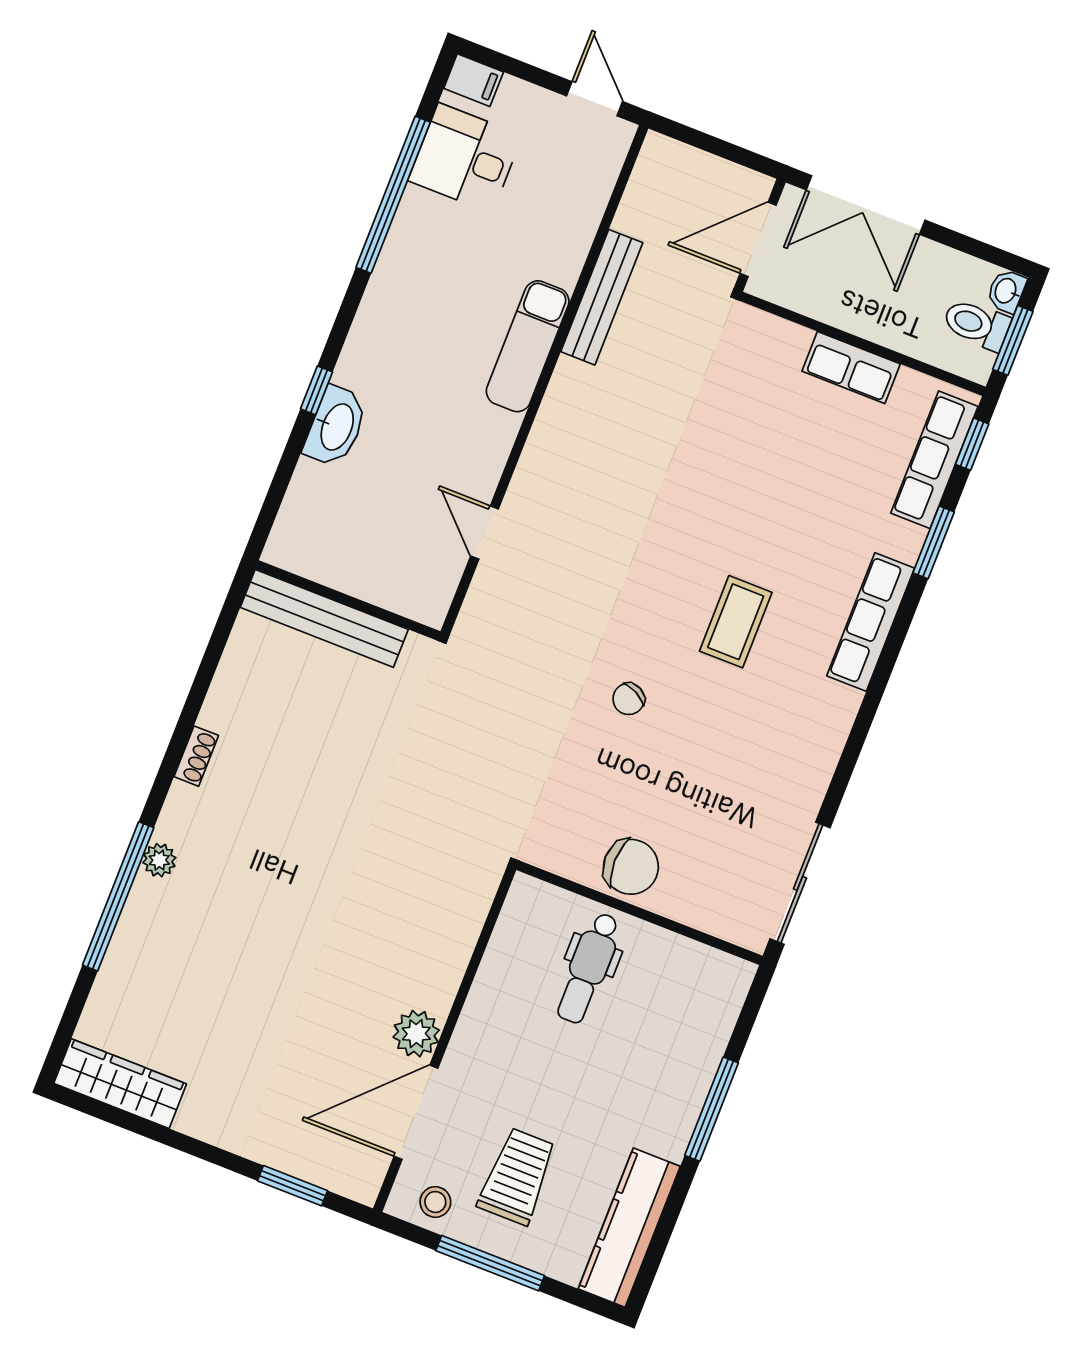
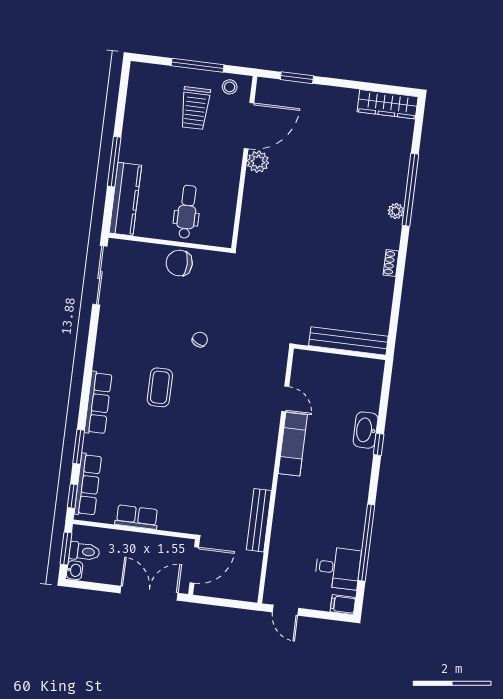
exam couch: (528, 346) -> (293, 444), moved
kitchen counter: (629, 1228) -> (125, 199), moved

